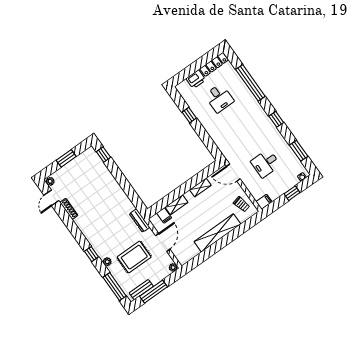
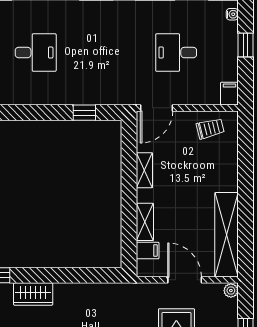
window: (189, 115) -> (84, 113), moved
desk: (266, 163) -> (176, 53), turned 90
wardrobe: (106, 177) -> (33, 294), added
dresser: (140, 220) -> (130, 291), removed
shelving: (217, 233) -> (227, 235), moved

